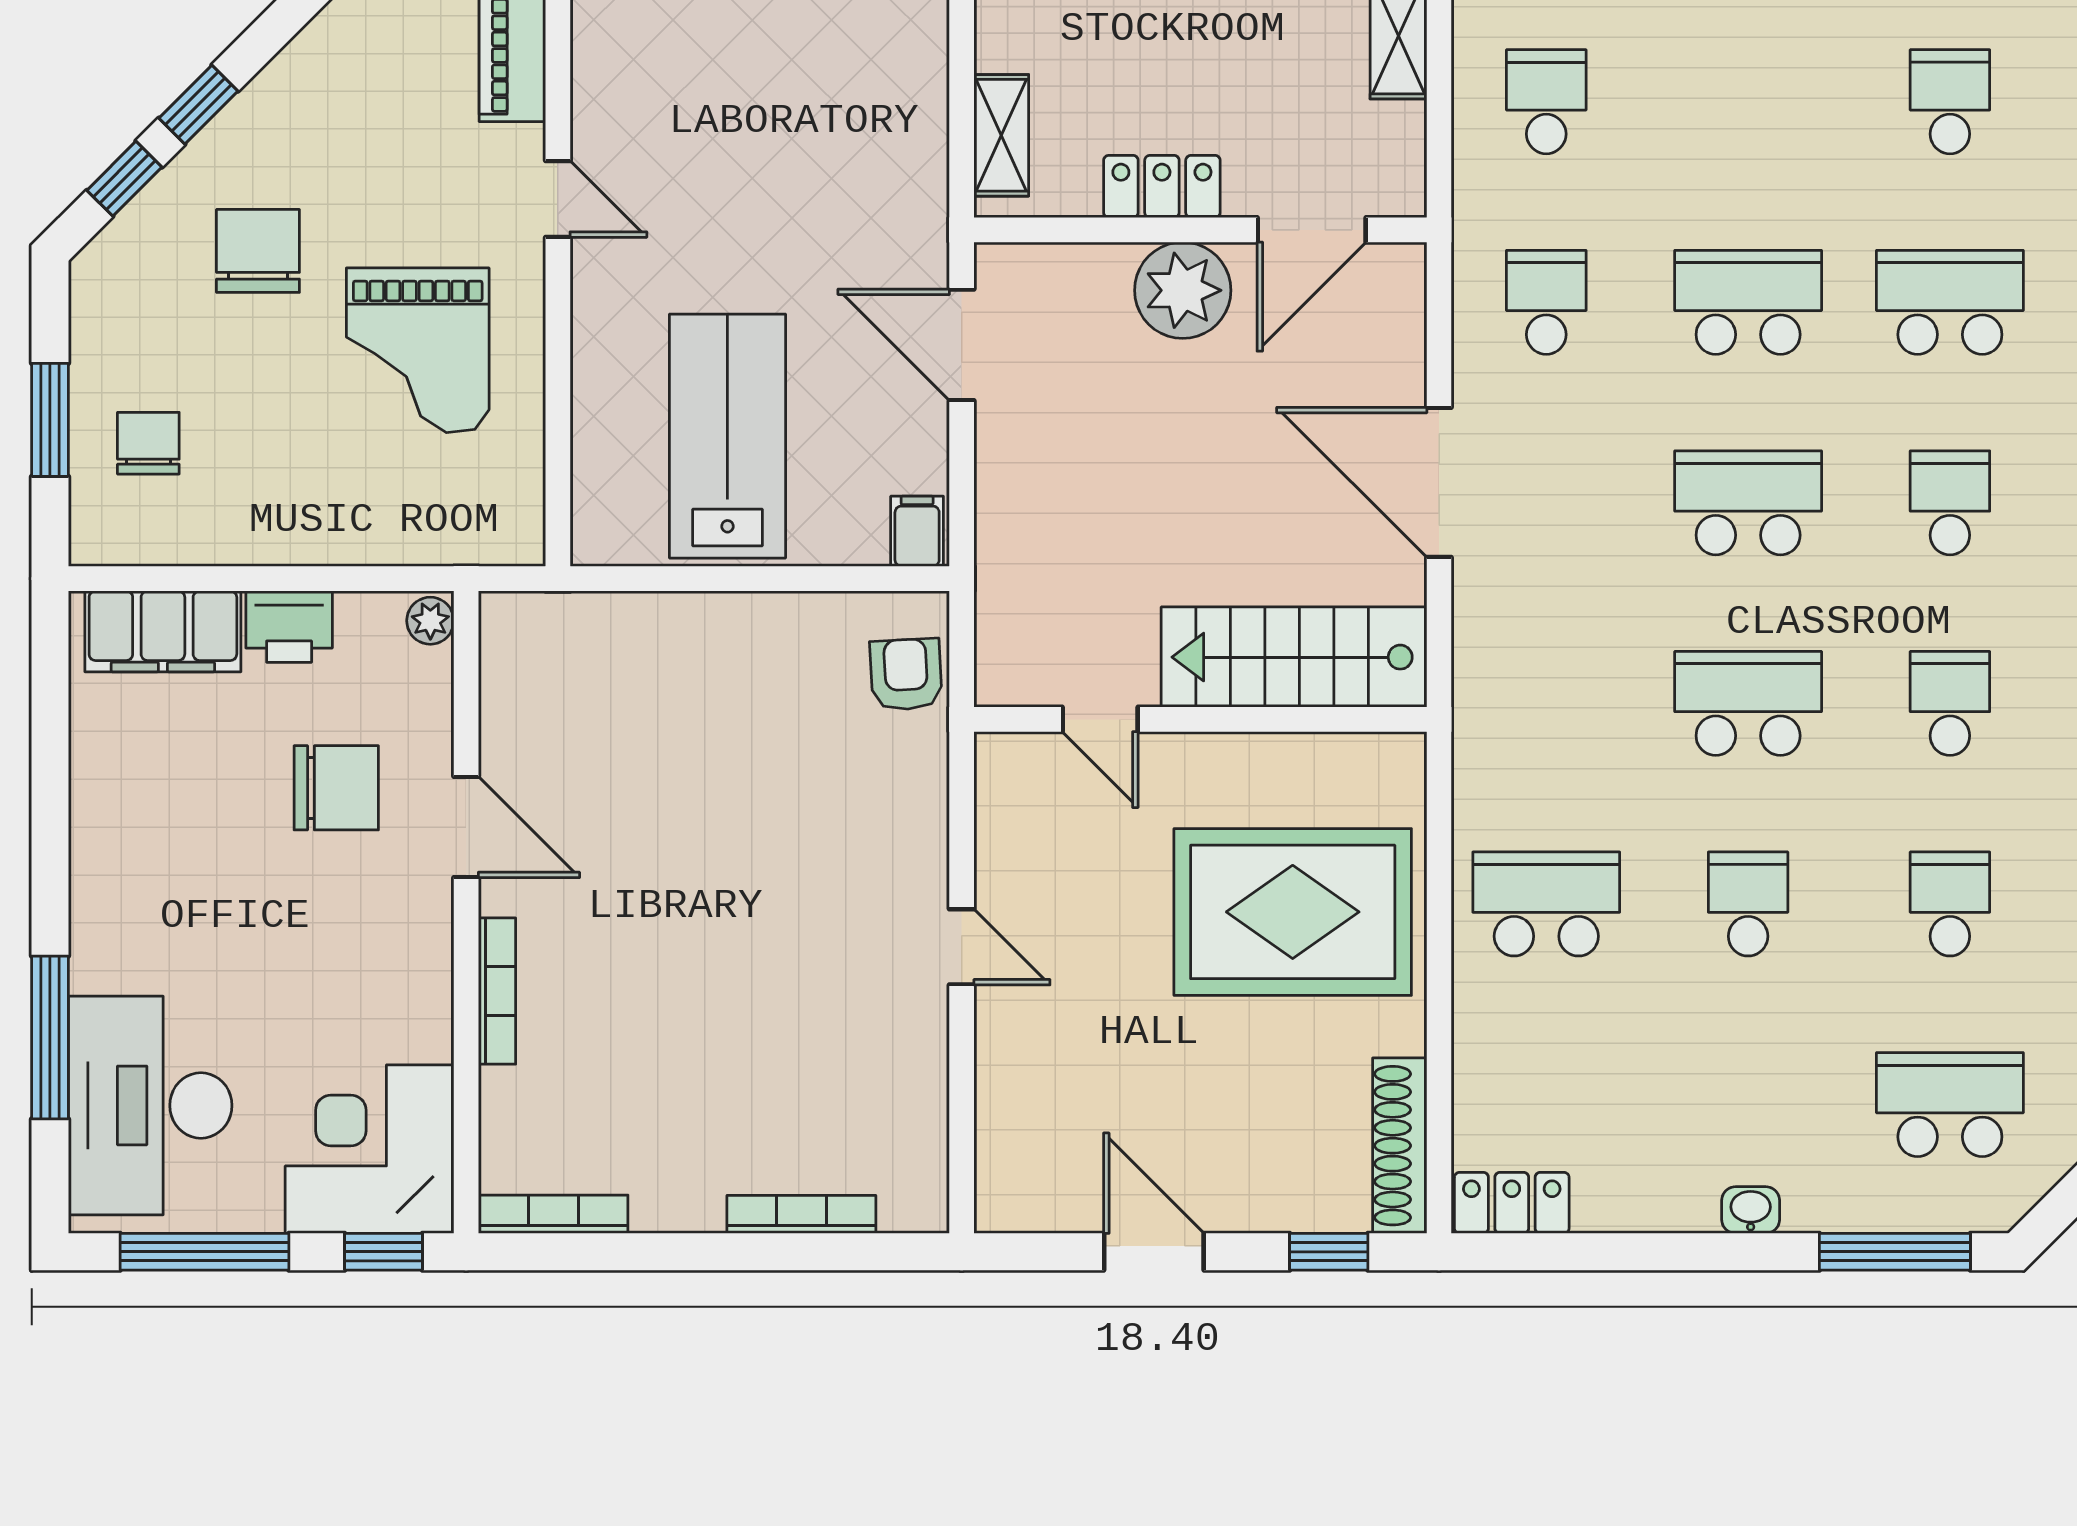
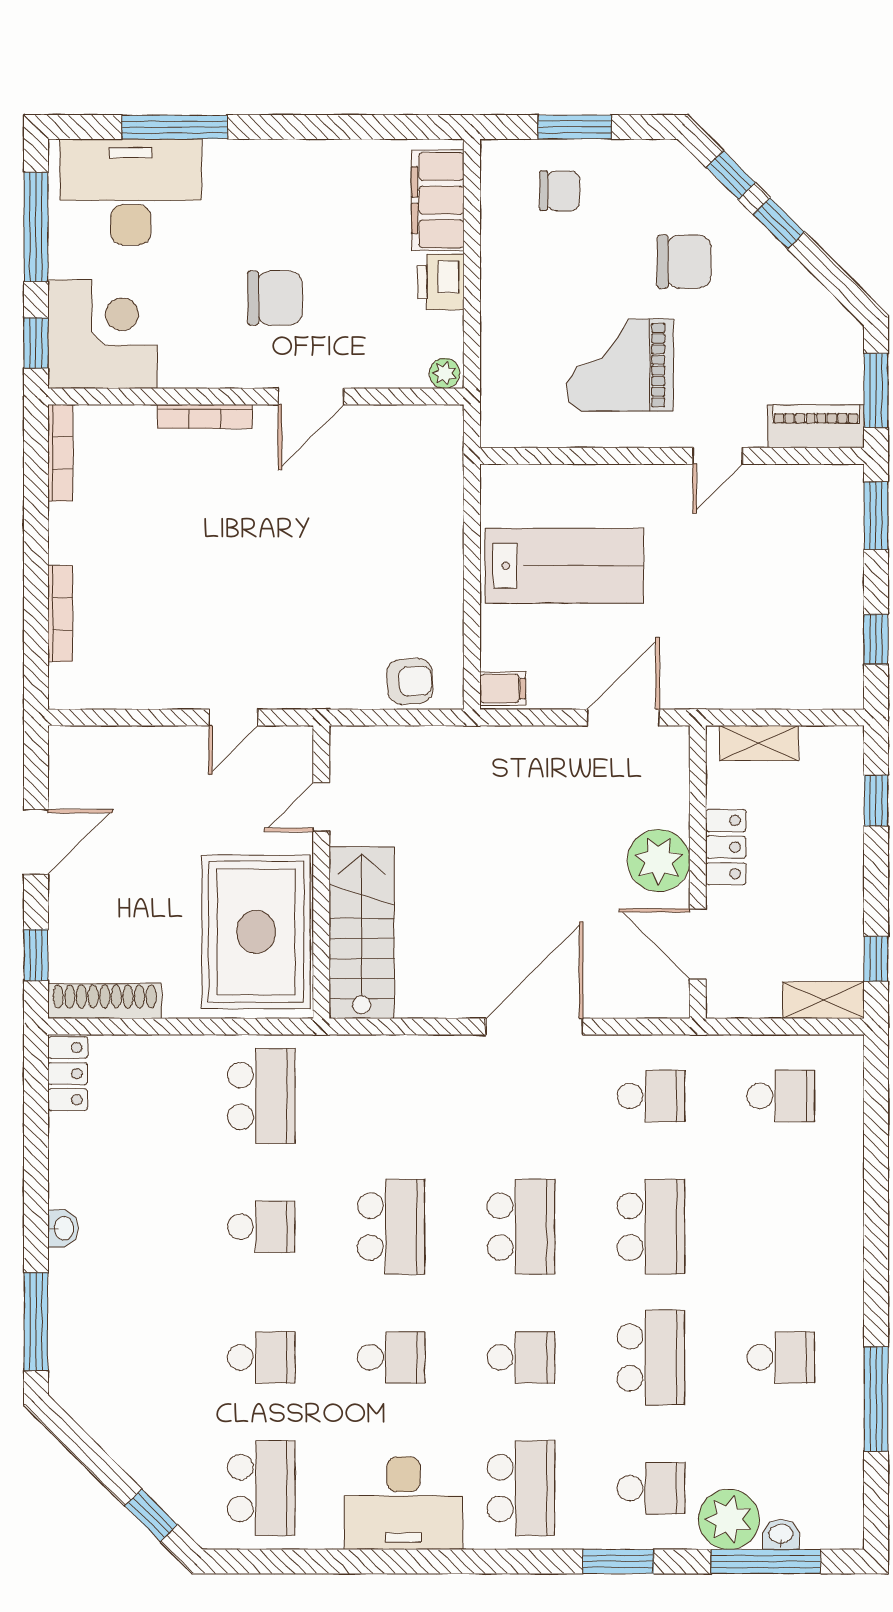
stairs: (1294, 657) -> (362, 933), moved
door: (1100, 719) -> (321, 807), moved
wall: (1200, 719) -> (321, 872), moved
chair: (336, 788) -> (275, 298), moved, turned -90
school desk: (1950, 1105) -> (131, 1357), removed

